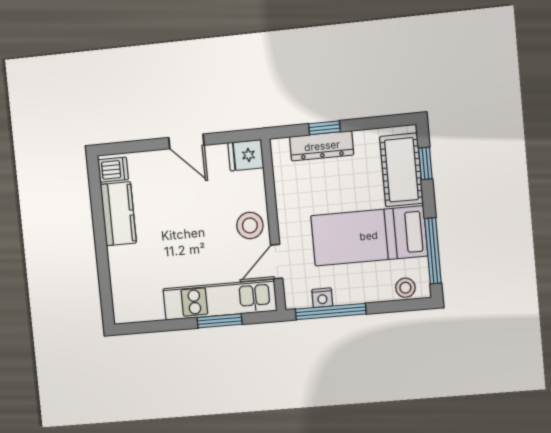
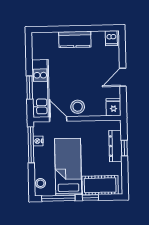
window: (425, 163) -> (90, 198), moved
kitchen counter: (118, 214) -> (75, 39), moved

